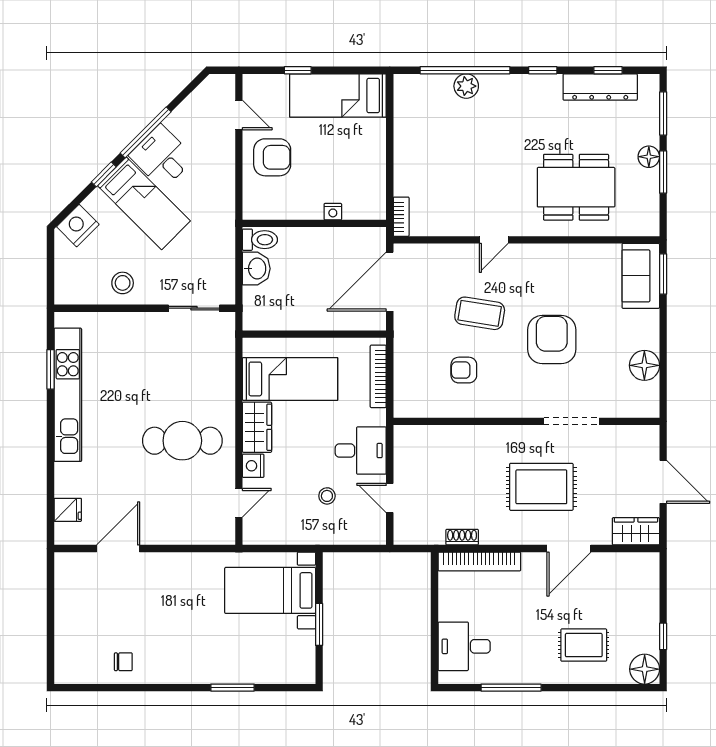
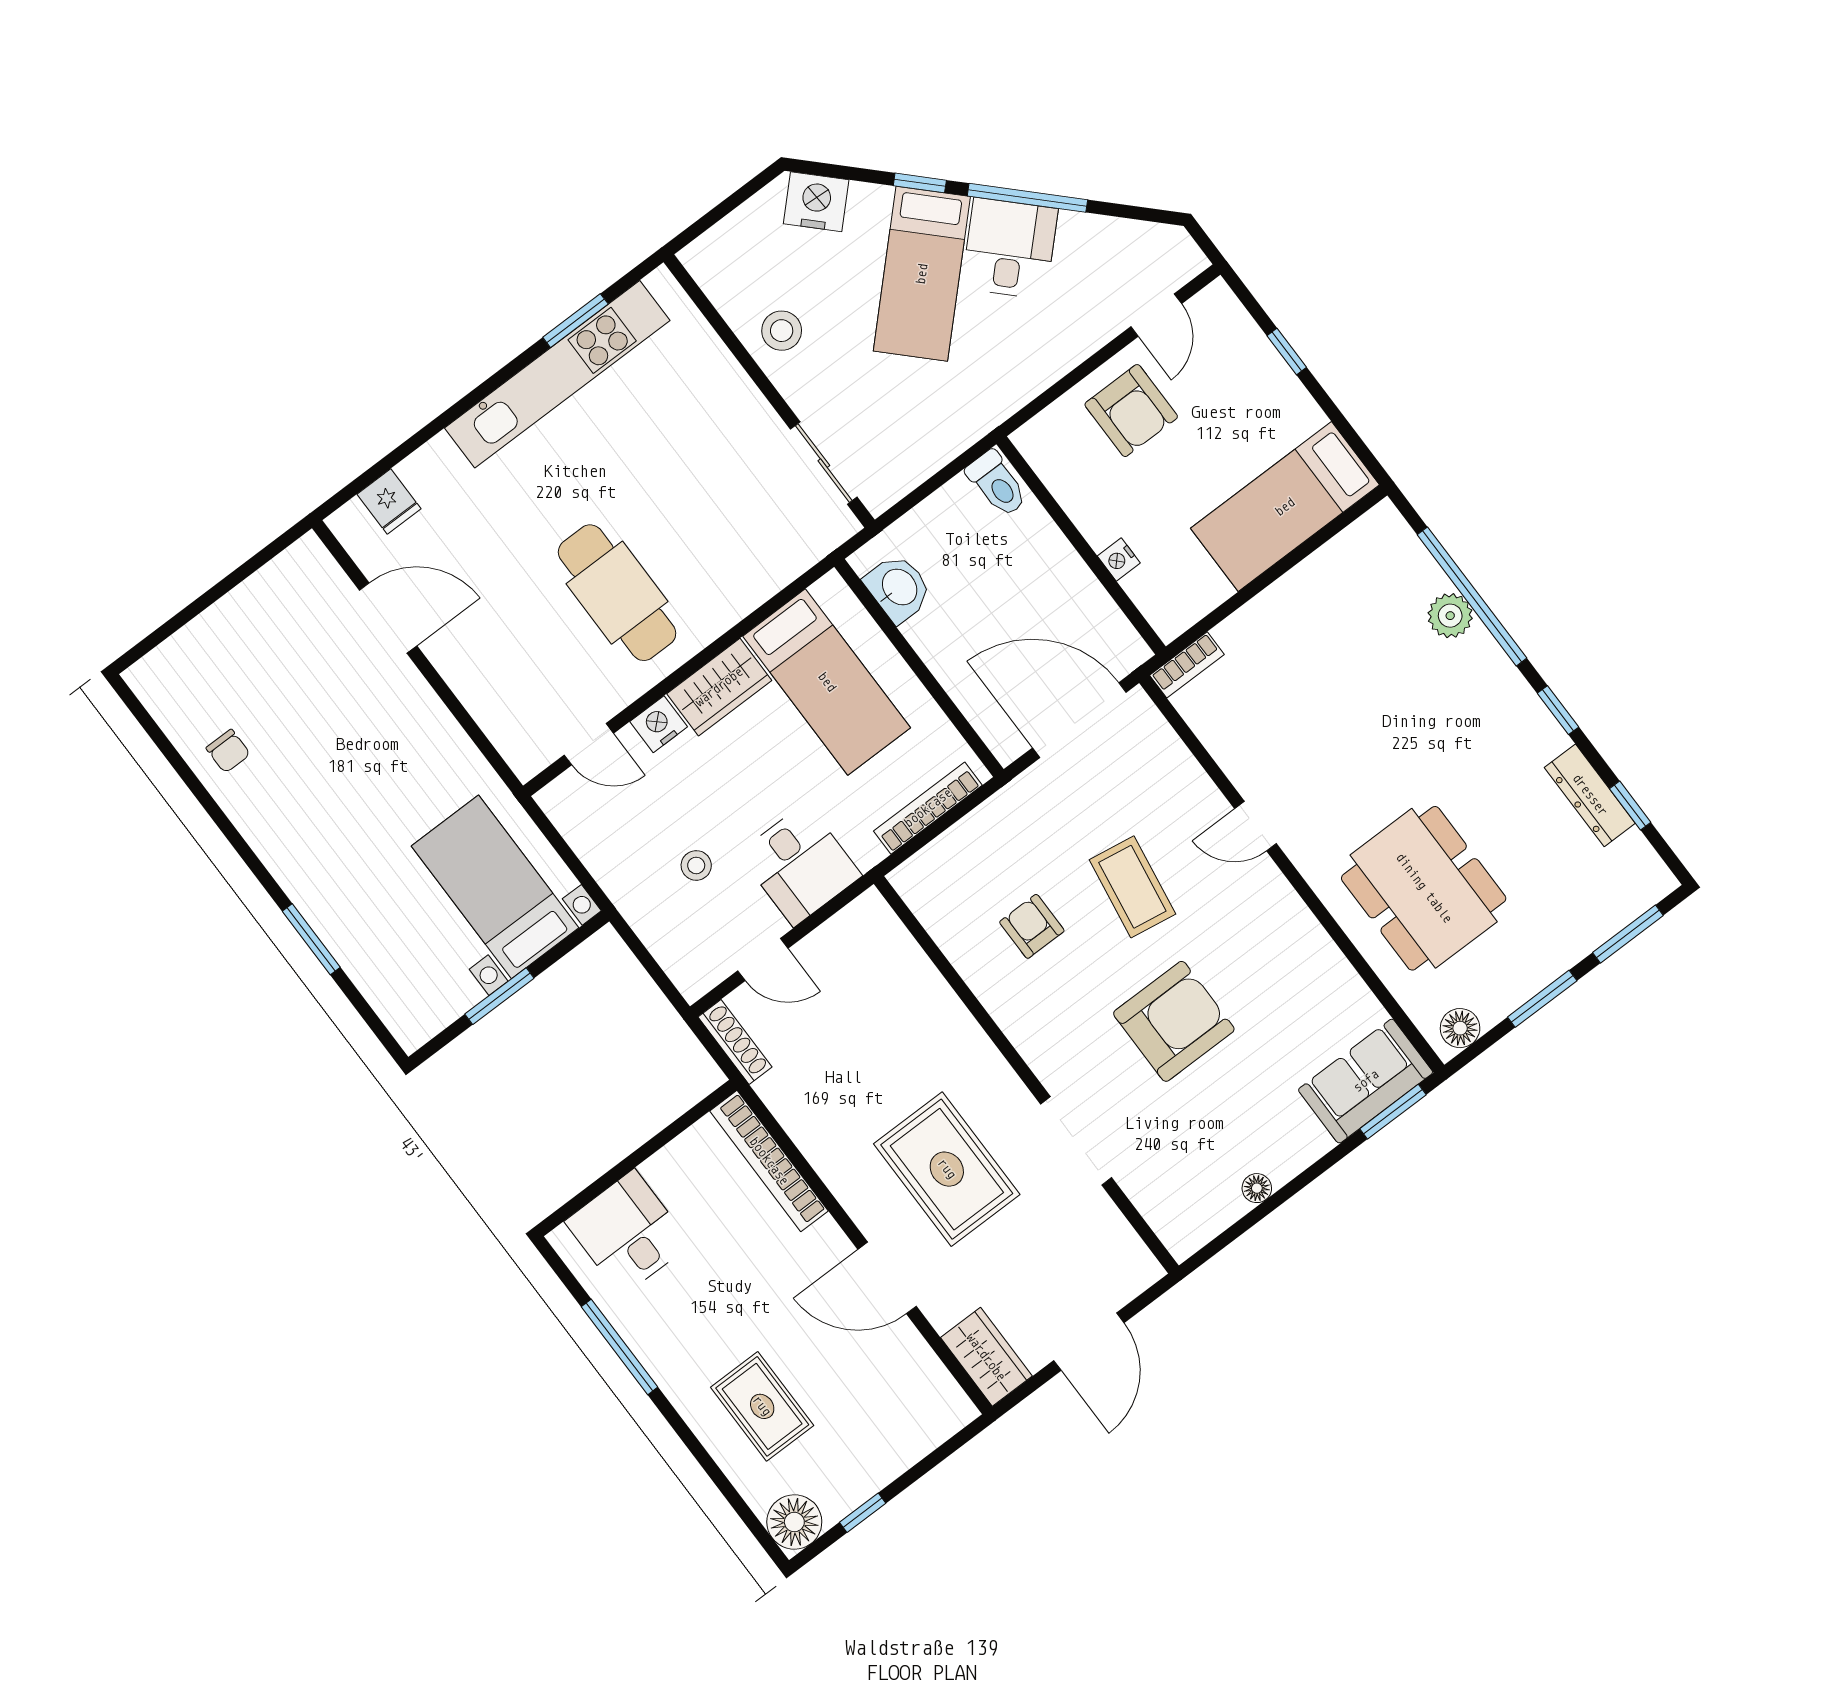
dresser: (600, 87) -> (1590, 795), width x0.73, depth x0.80
bed: (338, 95) -> (1285, 507), moved, turned -90
floor lamp: (649, 157) -> (1460, 1028), moved
washbasin: (256, 269) -> (898, 588), moved, turned -90
floor lamp: (644, 365) -> (1257, 1188), width x0.53, depth x0.53
door: (390, 498) -> (763, 960), swing flipped
shoe rack: (462, 537) -> (735, 1042), moved, width x1.43

